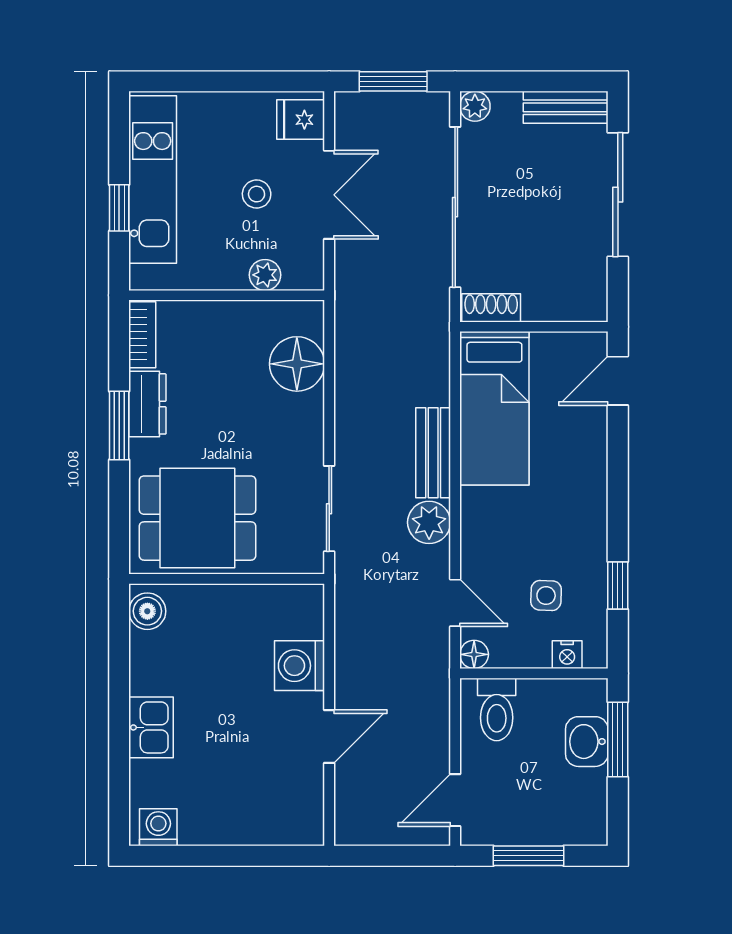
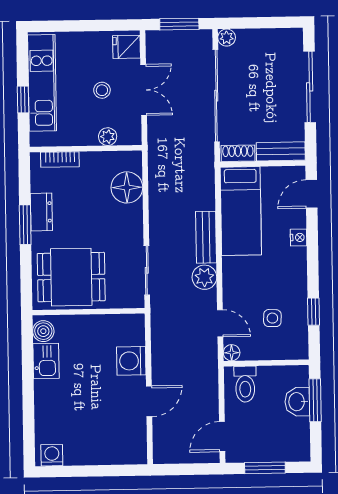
bench: (566, 107) -> (281, 151), moved
bookcase: (142, 335) -> (60, 159), moved, turned 90
nightstand: (567, 655) -> (299, 237), moved, turned -90
kitchen sink: (151, 727) -> (46, 361), moved

